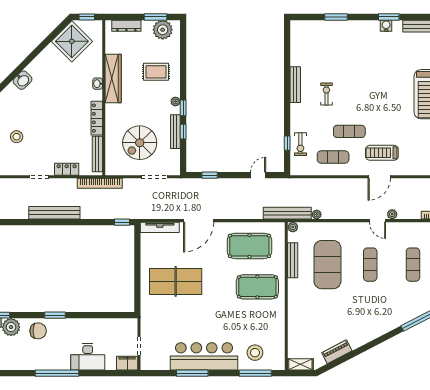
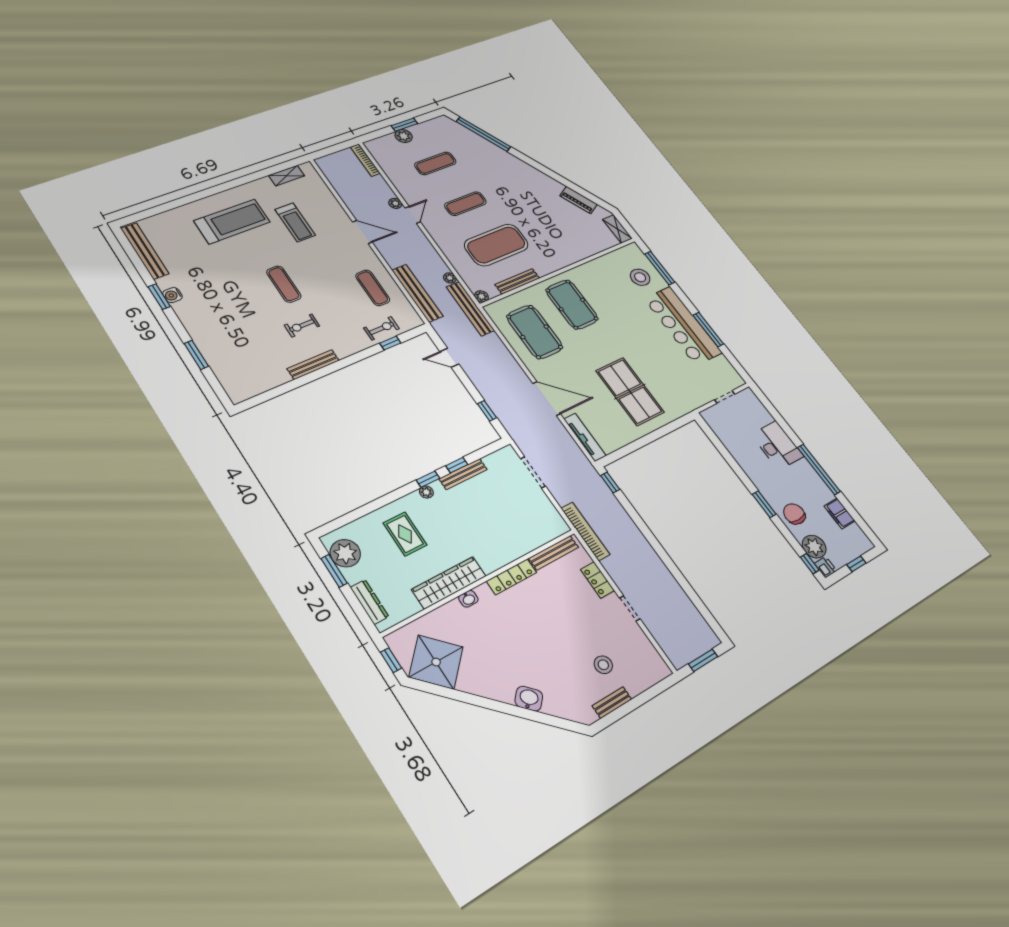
exercise mat: (349, 131) -> (284, 284), moved
spiral stairs: (140, 143) -> (505, 509), removed
treadmill: (382, 153) -> (295, 222), moved
bench: (54, 213) -> (417, 293), moved
filing cabinet: (127, 363) -> (840, 513), moved

